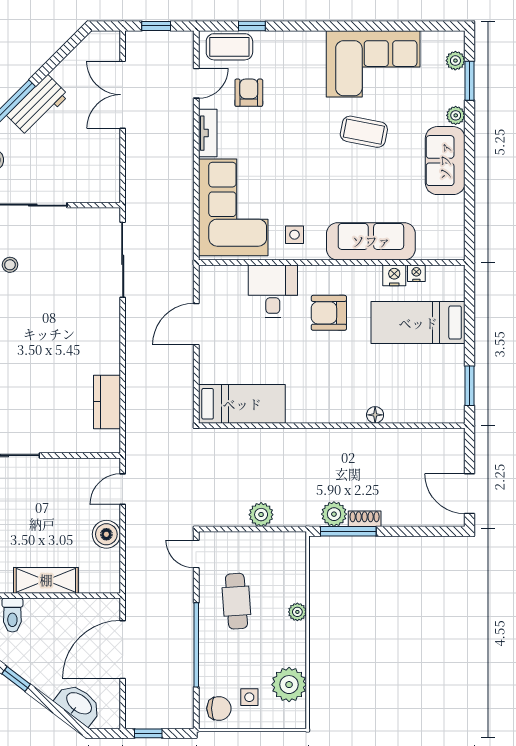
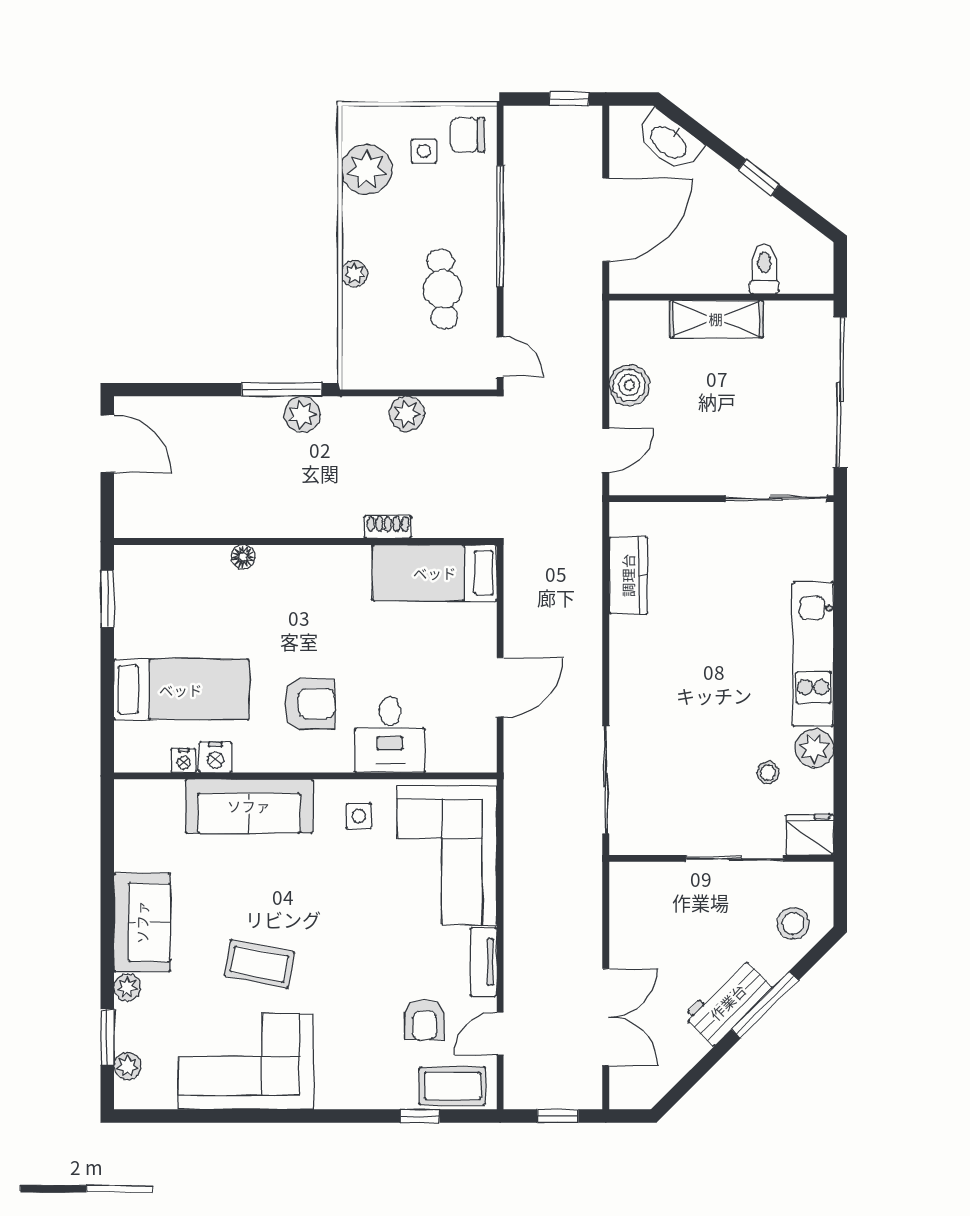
shoe rack: (365, 519) -> (388, 527), moved, turned 180

